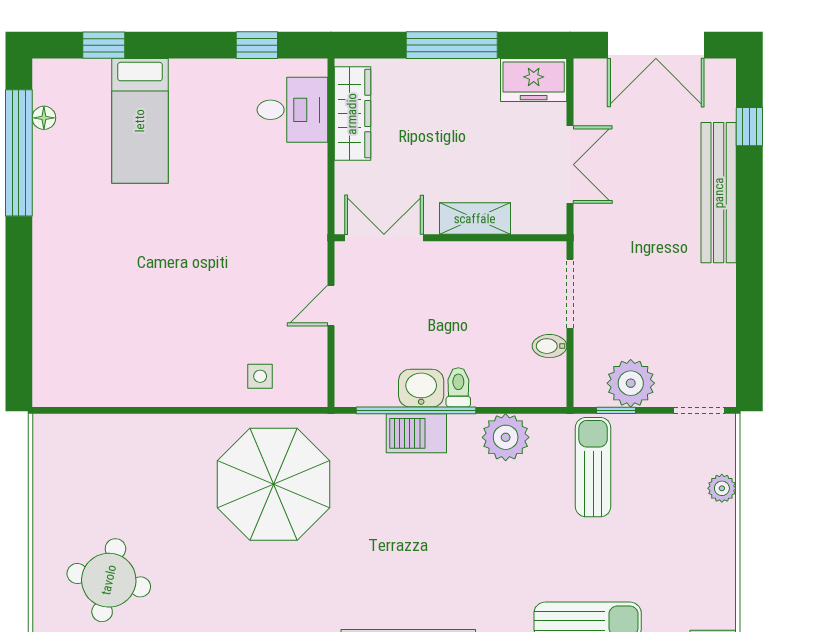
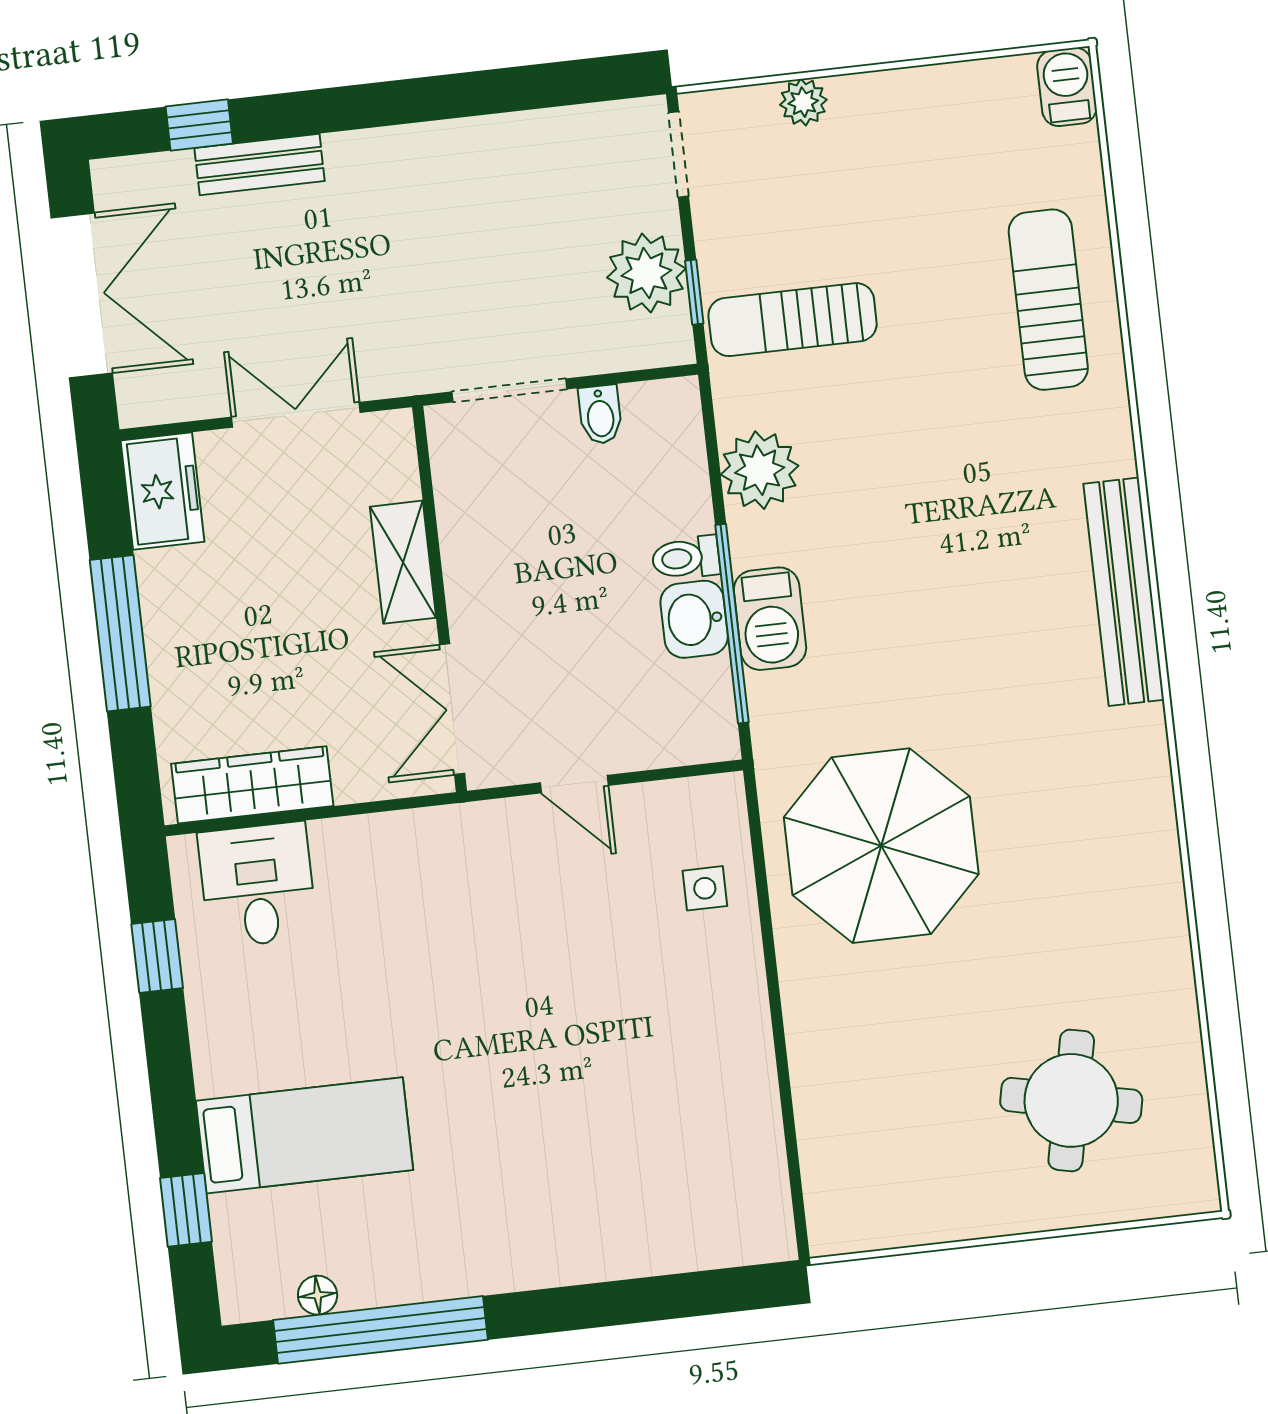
bench: (719, 193) -> (260, 164), width x0.54, depth x0.82

